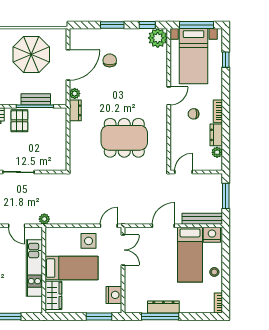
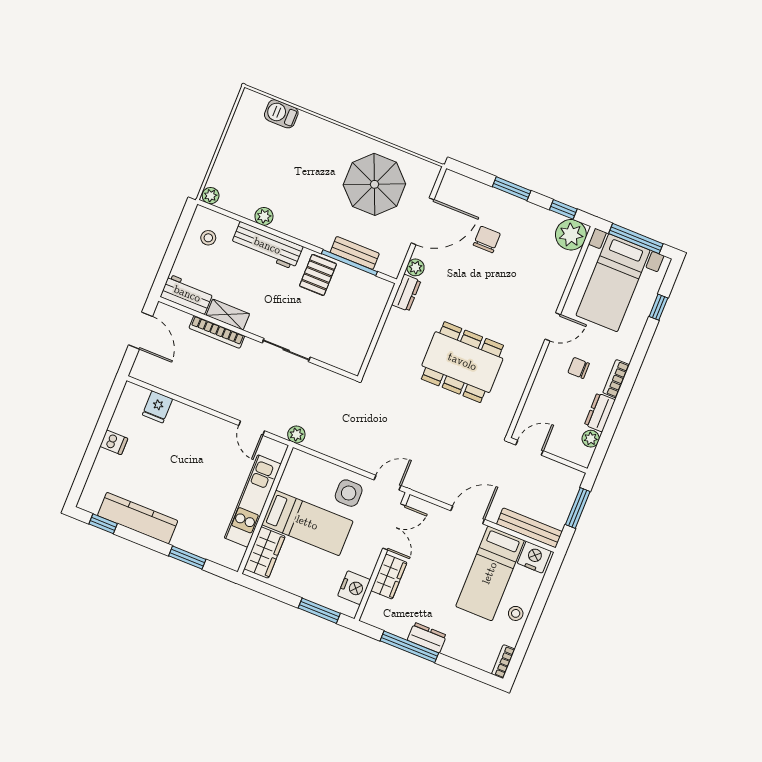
wardrobe: (132, 280) -> (389, 577), added
dresser: (163, 307) -> (427, 638), width x0.70

